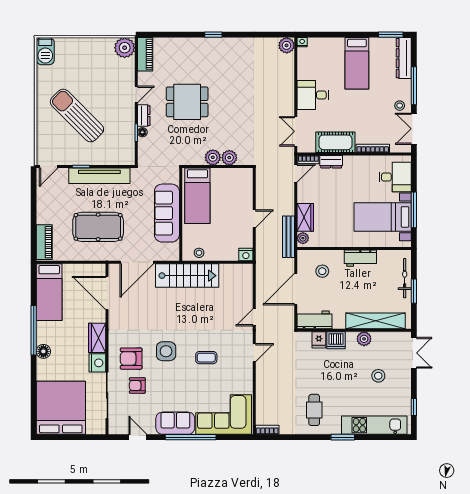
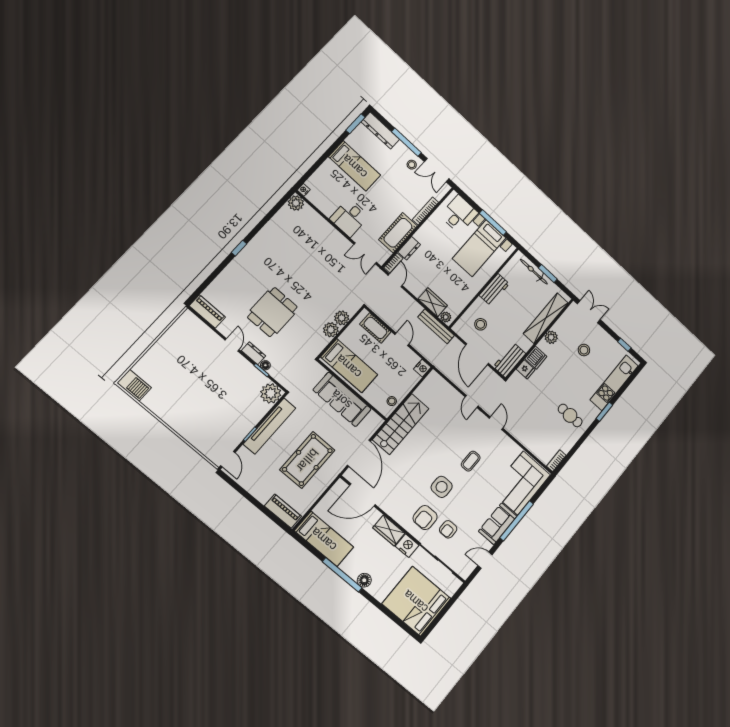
plant: (125, 48) -> (271, 393), moved
sun lounger: (77, 115) -> (208, 404), removed
cot: (245, 190) -> (375, 328), added

